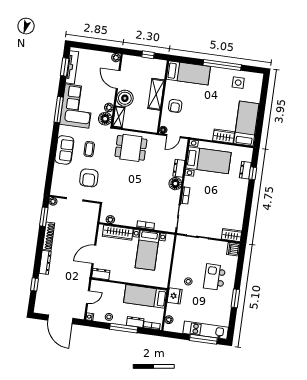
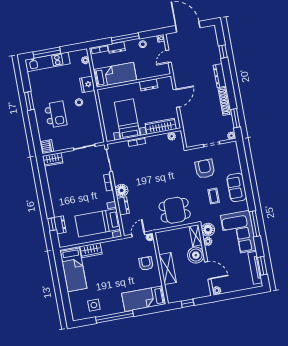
dresser: (101, 274) -> (149, 85), moved

